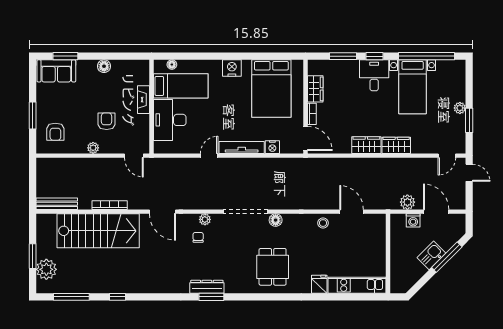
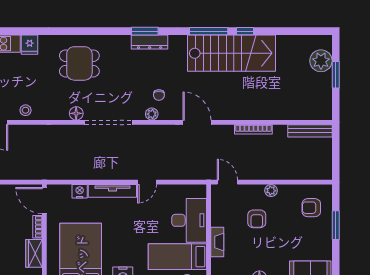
armchair: (55, 132) -> (311, 208), turned -90
stairs: (98, 231) -> (232, 53), moved, turned 180
dining table: (273, 267) -> (79, 63), turned 90
window: (71, 297) -> (209, 31), moved

